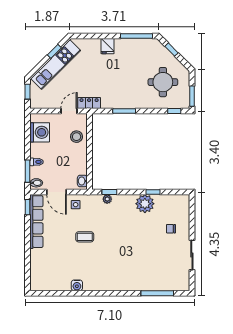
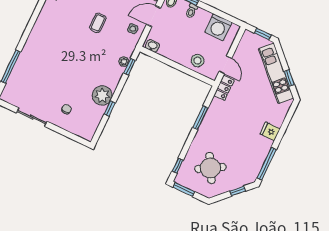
round table: (163, 82) -> (210, 168), turned -30

